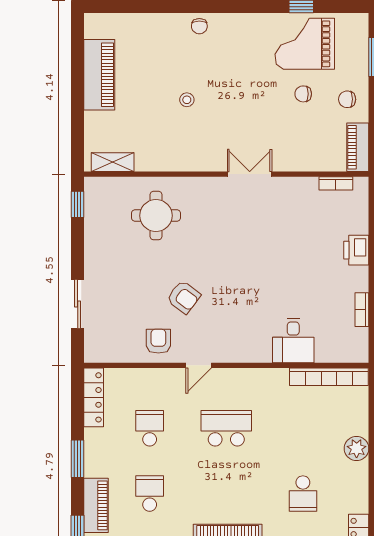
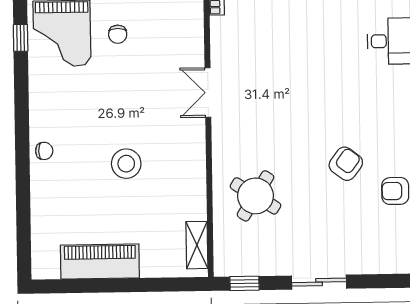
stool: (187, 100) -> (126, 164), width x1.89, depth x1.89
round table: (156, 216) -> (255, 196), turned 32
sliding door: (78, 304) -> (319, 282), moved

